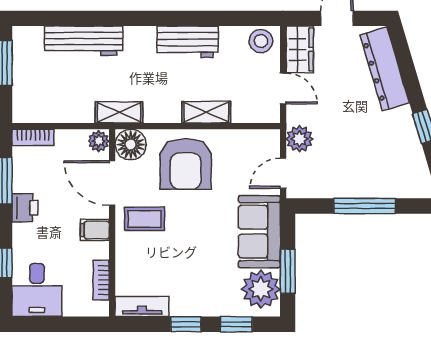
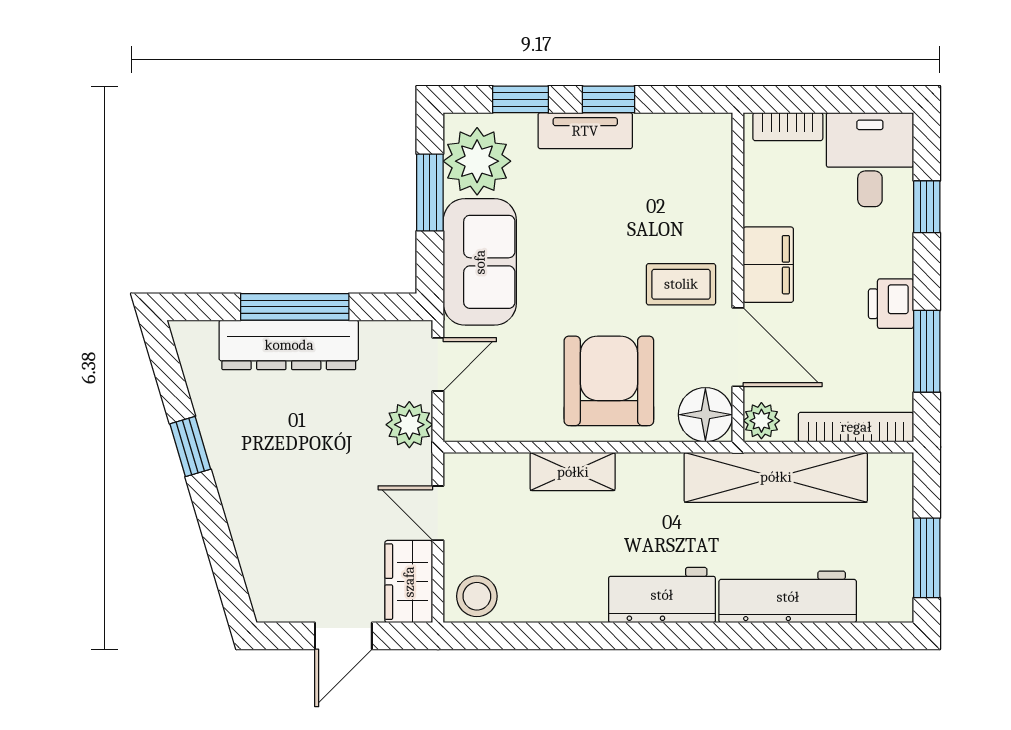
workbench: (188, 42) -> (662, 595), moved
dresser: (385, 69) -> (289, 345), moved, turned 106
shelving: (119, 112) -> (776, 477), width x2.20, depth x1.33
bookcase: (33, 137) -> (856, 427), width x1.56
filing cabinet: (95, 230) -> (768, 265), width x2.00
bookcase: (101, 280) -> (788, 127), moved, turned 90
tv unit: (142, 306) -> (585, 131), moved

